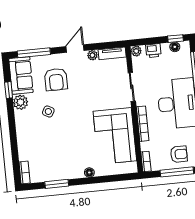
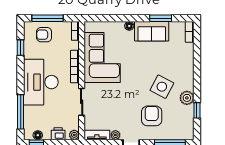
sofa: (21, 75) -> (152, 31), moved, turned -90
side table: (48, 111) -> (162, 87), width x1.87, depth x1.87

